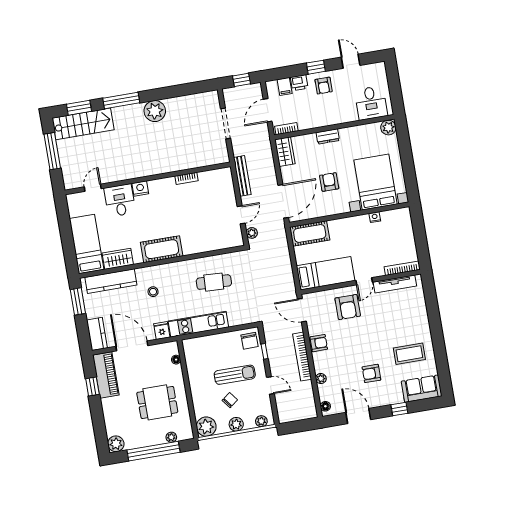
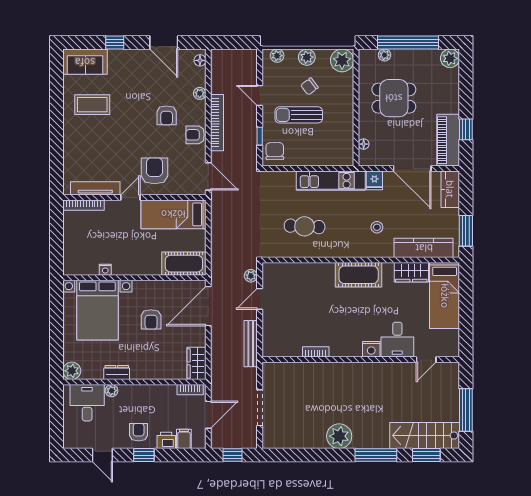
plant: (352, 117) -> (112, 391), added
dresser: (328, 136) -> (117, 372), moved
armchair: (371, 373) -> (167, 115), moved, turned 90

